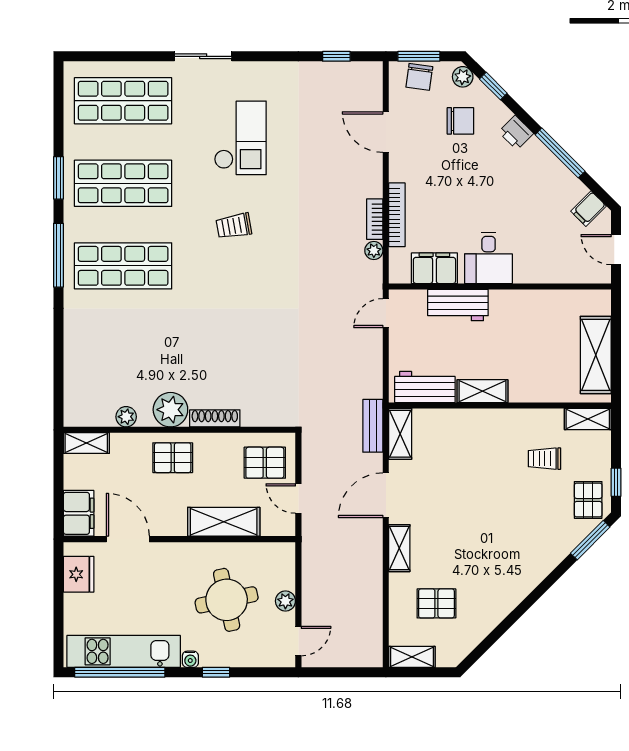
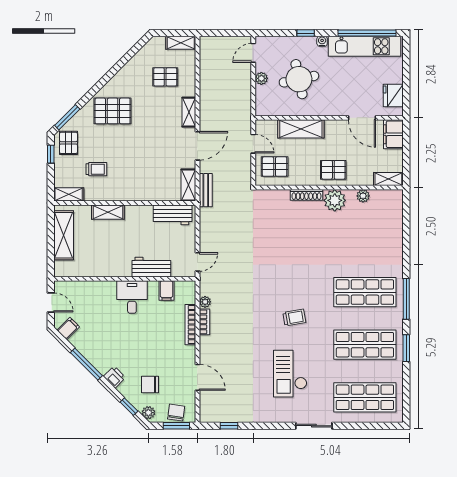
filing cabinet: (434, 268) -> (166, 291), width x0.50
shelving: (482, 391) -> (108, 212), moved
pallet: (519, 550) -> (113, 111), added

